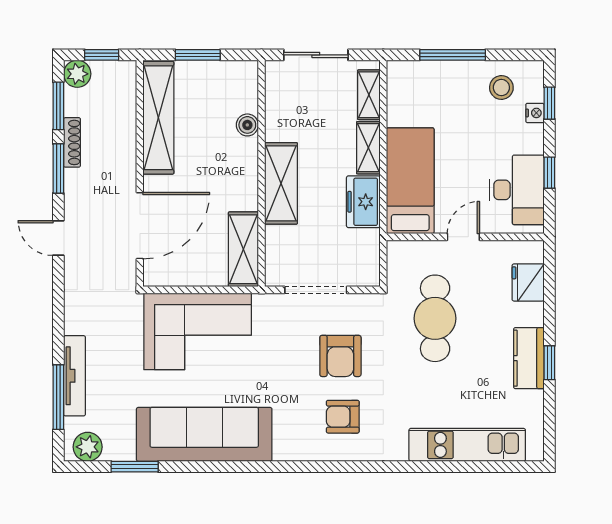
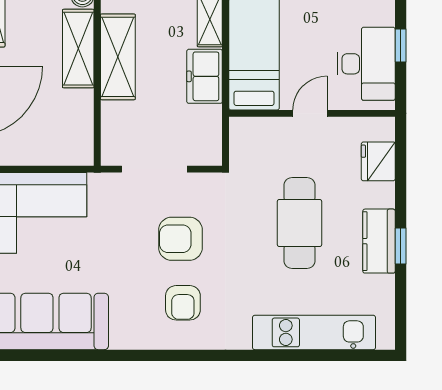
shelving: (243, 249) -> (78, 49), moved
cafe table: (435, 318) -> (300, 223), moved
armchair: (340, 356) -> (180, 239), turned 90
armchair: (343, 417) -> (183, 303), turned -90

